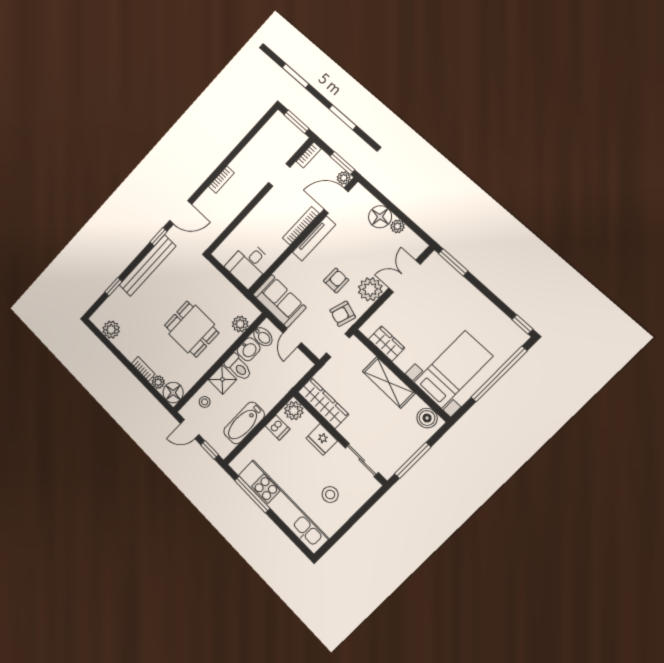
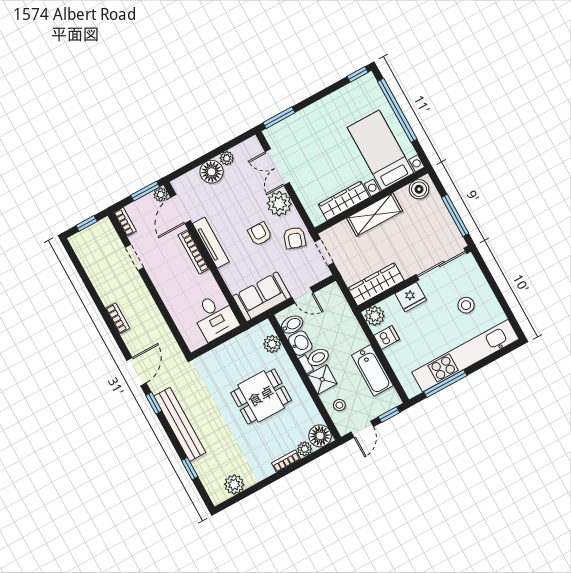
window: (296, 122) -> (87, 223), width x0.67
wardrobe: (387, 344) -> (344, 201), width x1.50
sliding door: (362, 460) -> (441, 264), width x1.37

